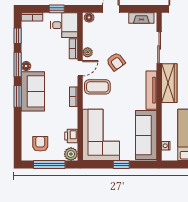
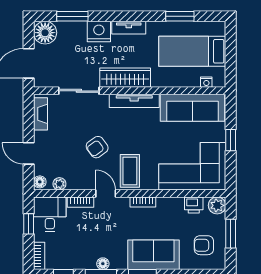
plant: (88, 52) -> (59, 184), moved
armchair: (116, 62) -> (97, 147), turned 180
sofa: (33, 91) -> (153, 255), moved
window: (49, 164) -> (231, 234), width x0.69

